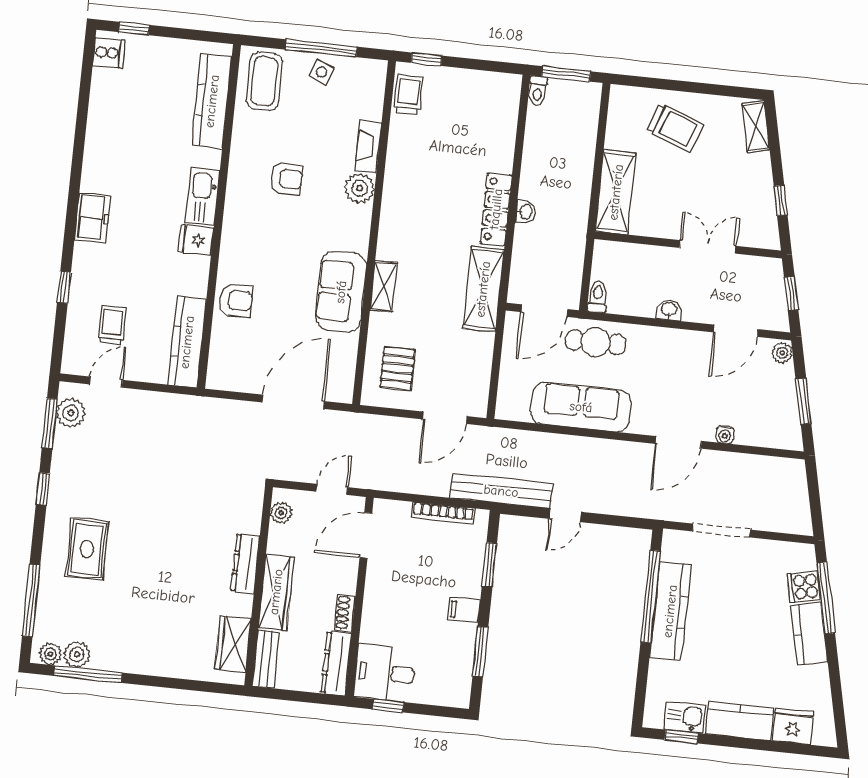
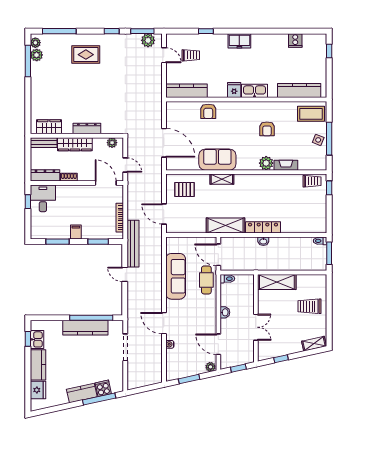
cooker: (109, 53) -> (295, 40), moved
trolley: (675, 128) -> (310, 306), turned 70

